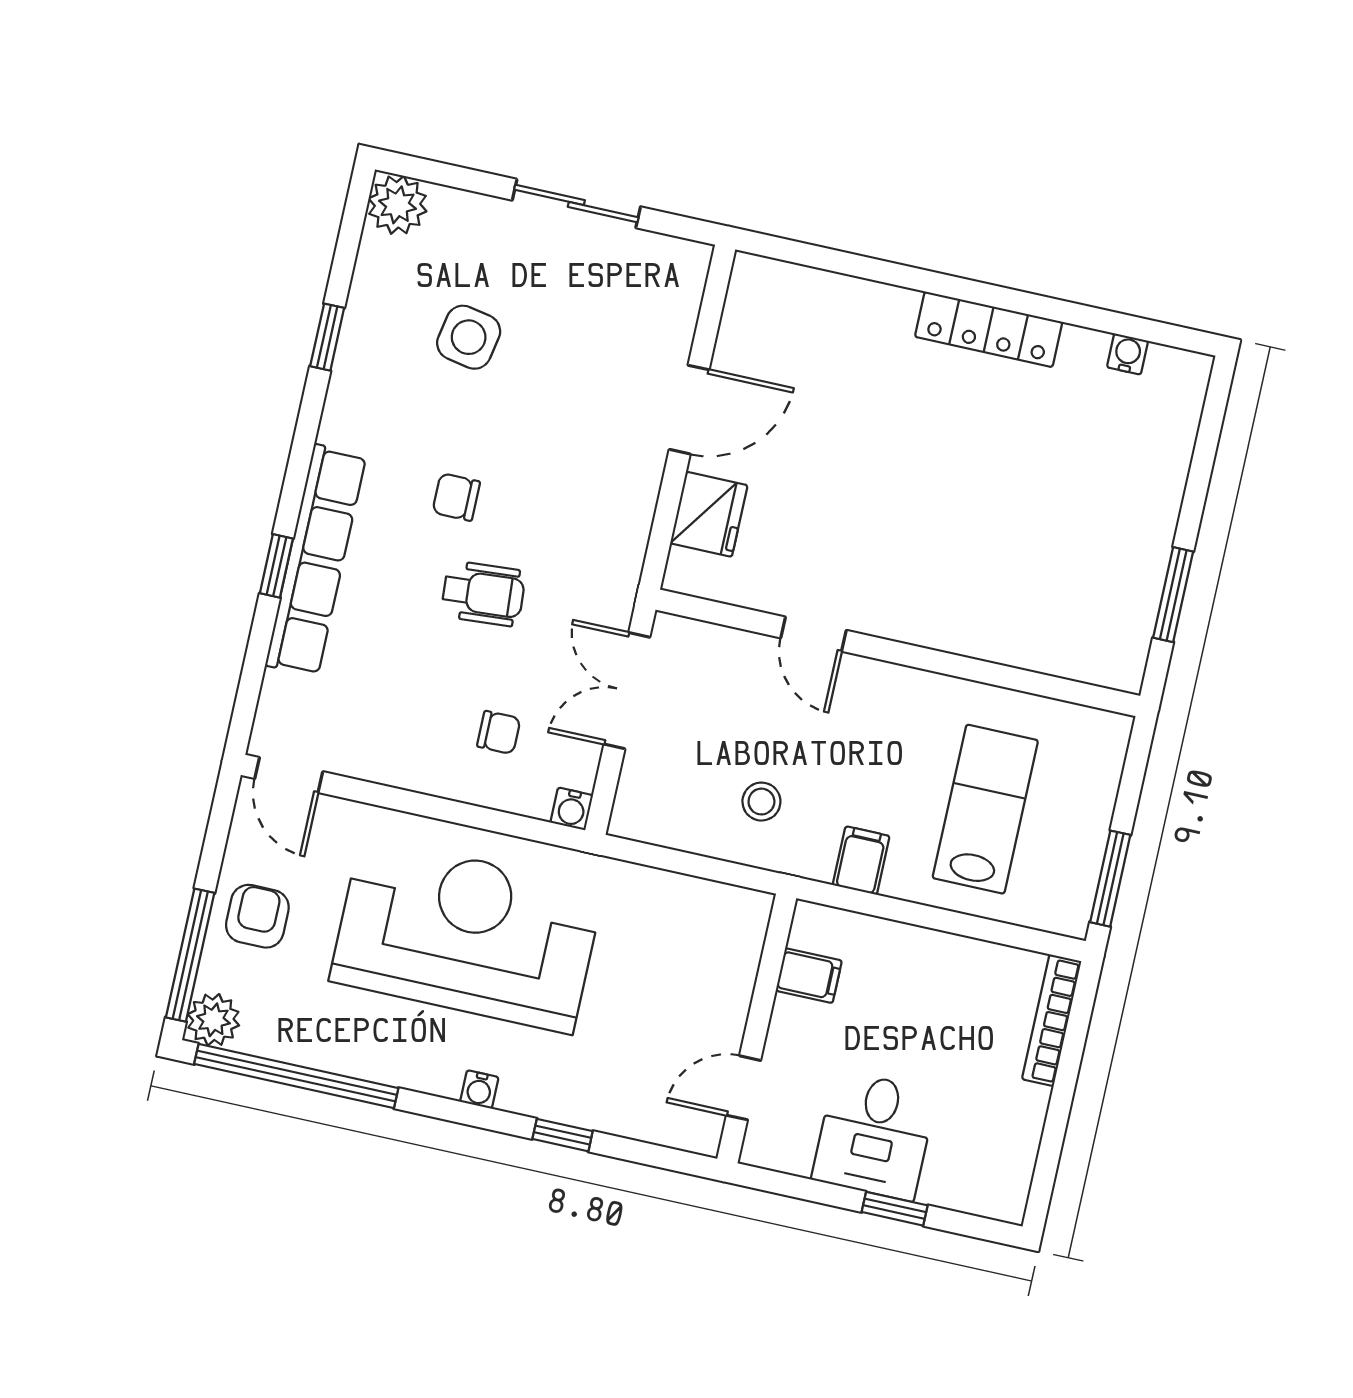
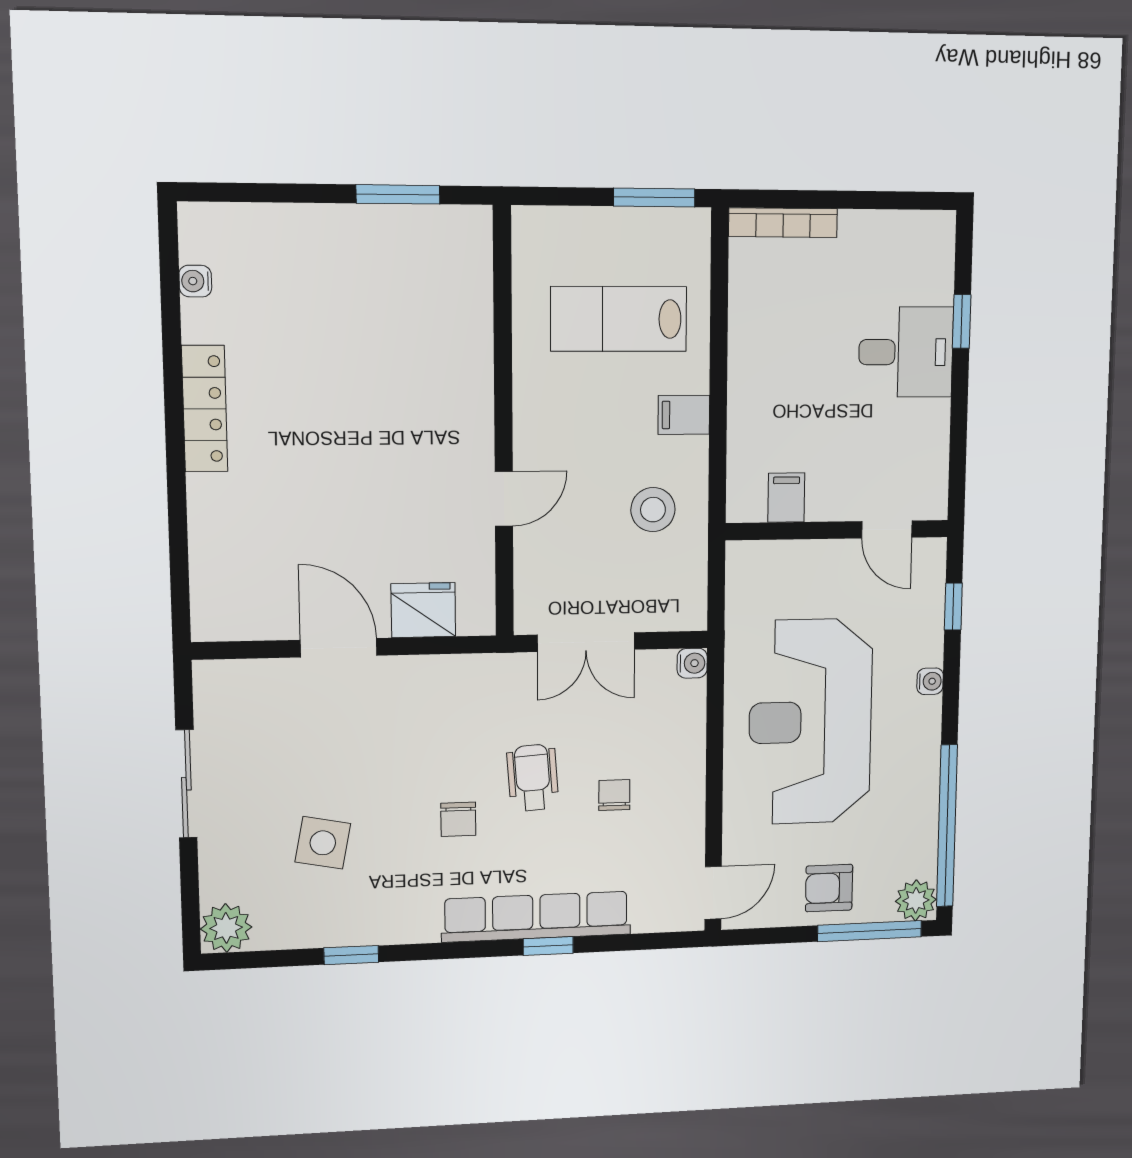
chair: (499, 732) -> (614, 795), moved
stool: (761, 802) -> (653, 510), width x1.37, depth x1.37
filing cabinet: (809, 976) -> (786, 498), moved
wall: (757, 1028) -> (837, 530), moved
door: (744, 1088) -> (887, 529), moved

